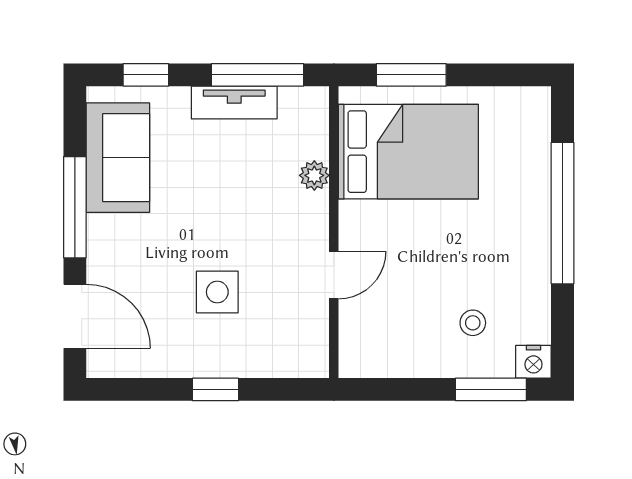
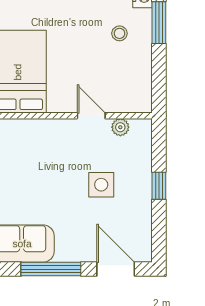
plant: (314, 175) -> (120, 127), moved
door: (75, 316) -> (116, 269), hinge flipped

